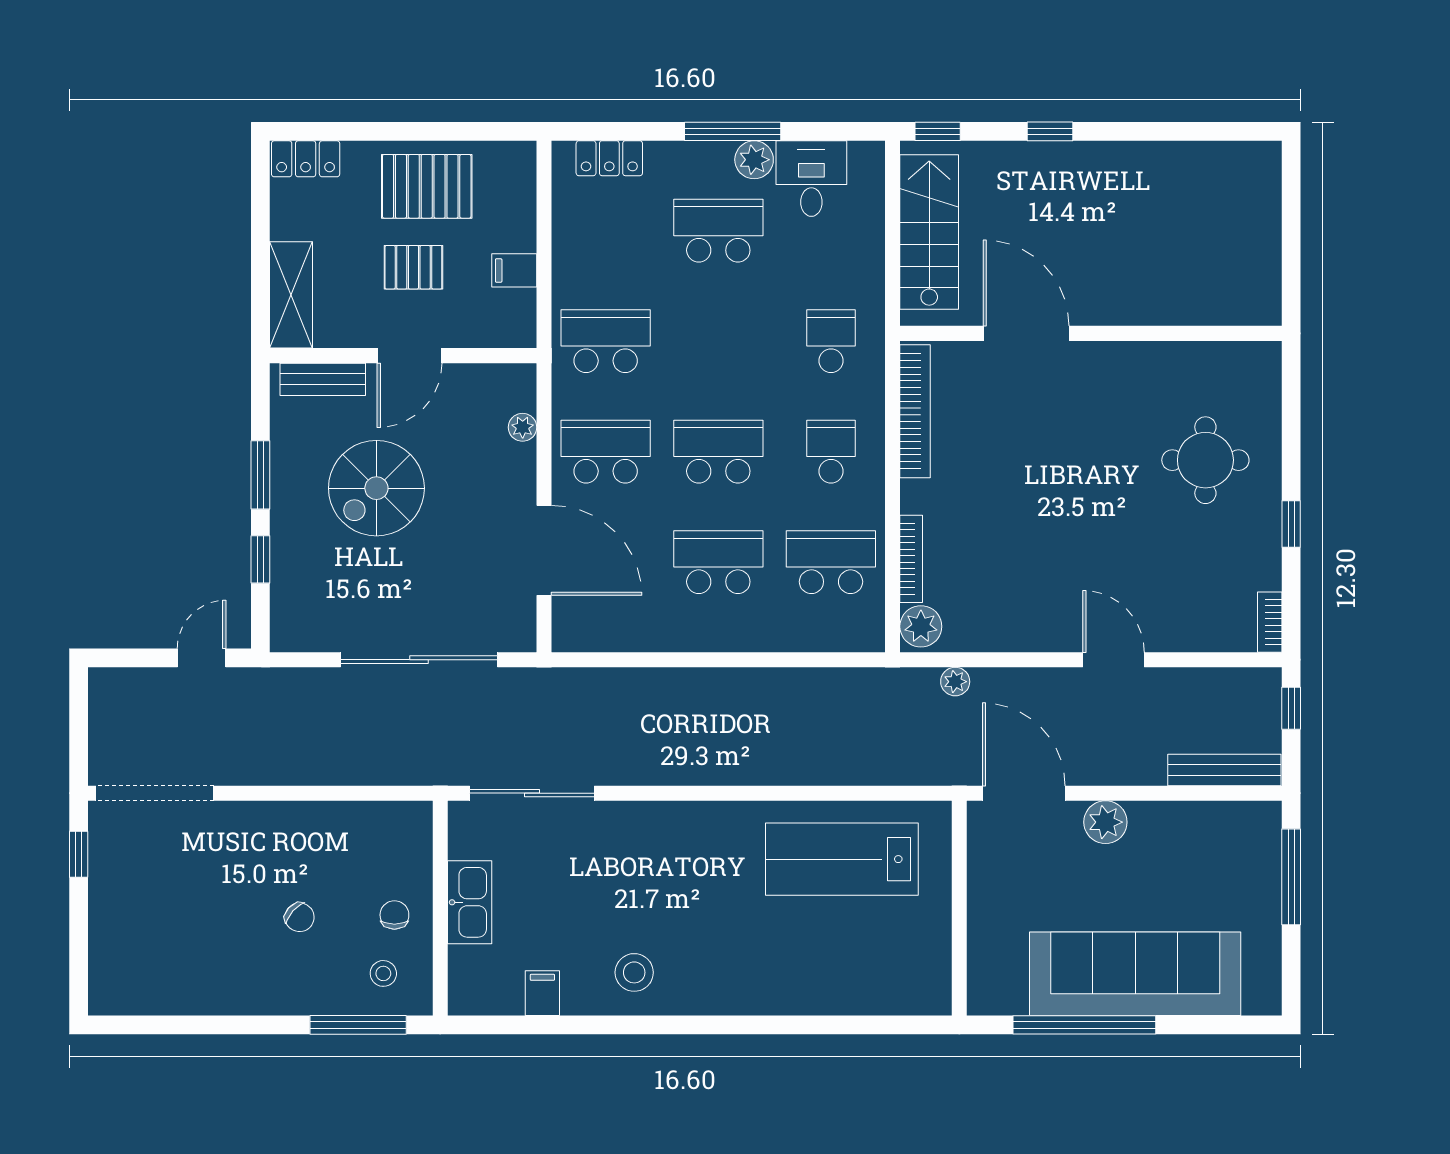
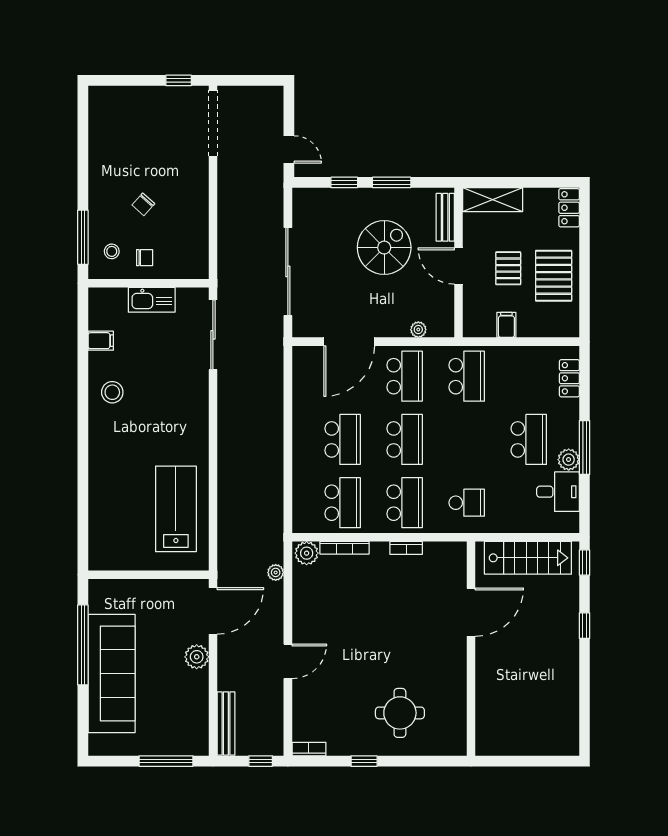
bookcase: (915, 411) -> (406, 548), width x0.43, depth x0.76
school desk: (831, 452) -> (405, 503), width x1.85
spiral stairs: (376, 488) -> (384, 248), turned 90

